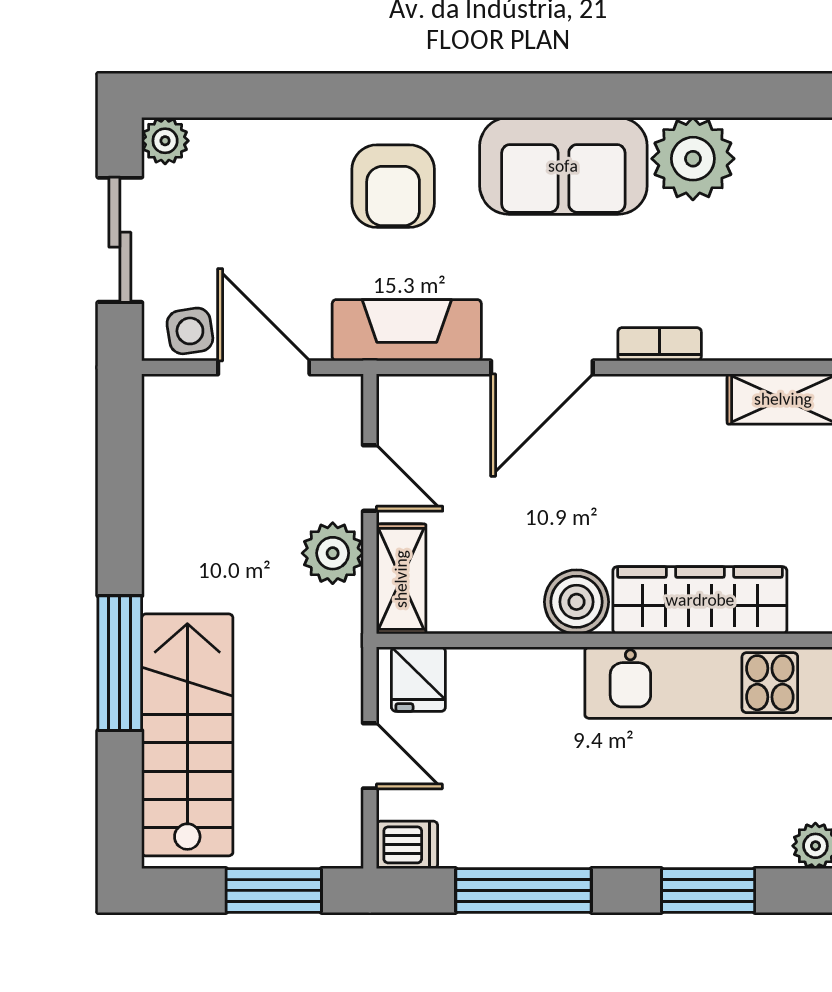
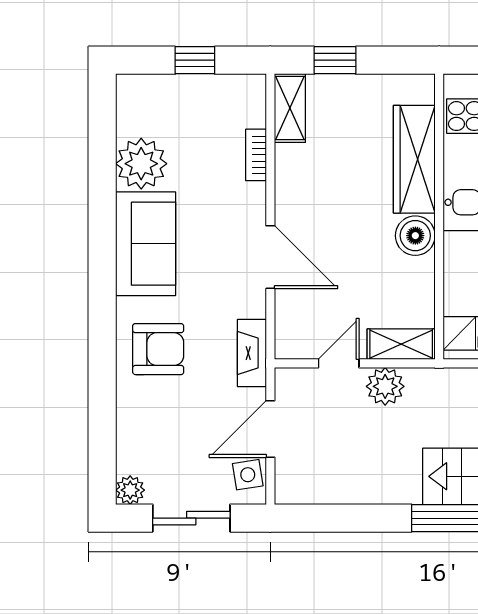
fireplace: (407, 330) -> (252, 353), width x0.73, depth x0.76
bookcase: (660, 344) -> (256, 155), moved

